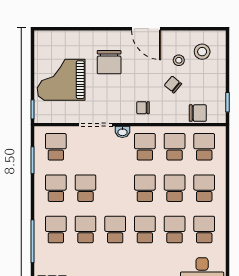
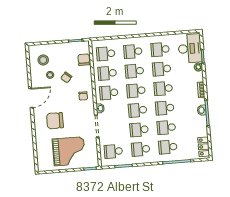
chair: (109, 62) -> (55, 121), turned 180
grand piano: (61, 80) -> (69, 151), turned -90
school desk: (115, 188) -> (138, 110), added

